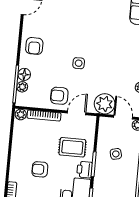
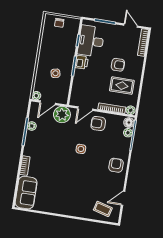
floor lamp: (24, 74) -> (129, 123), moved
armchair: (59, 96) -> (98, 123), turned 180
door: (123, 117) -> (48, 103), hinge flipped
rug: (72, 147) -> (122, 86), moved

